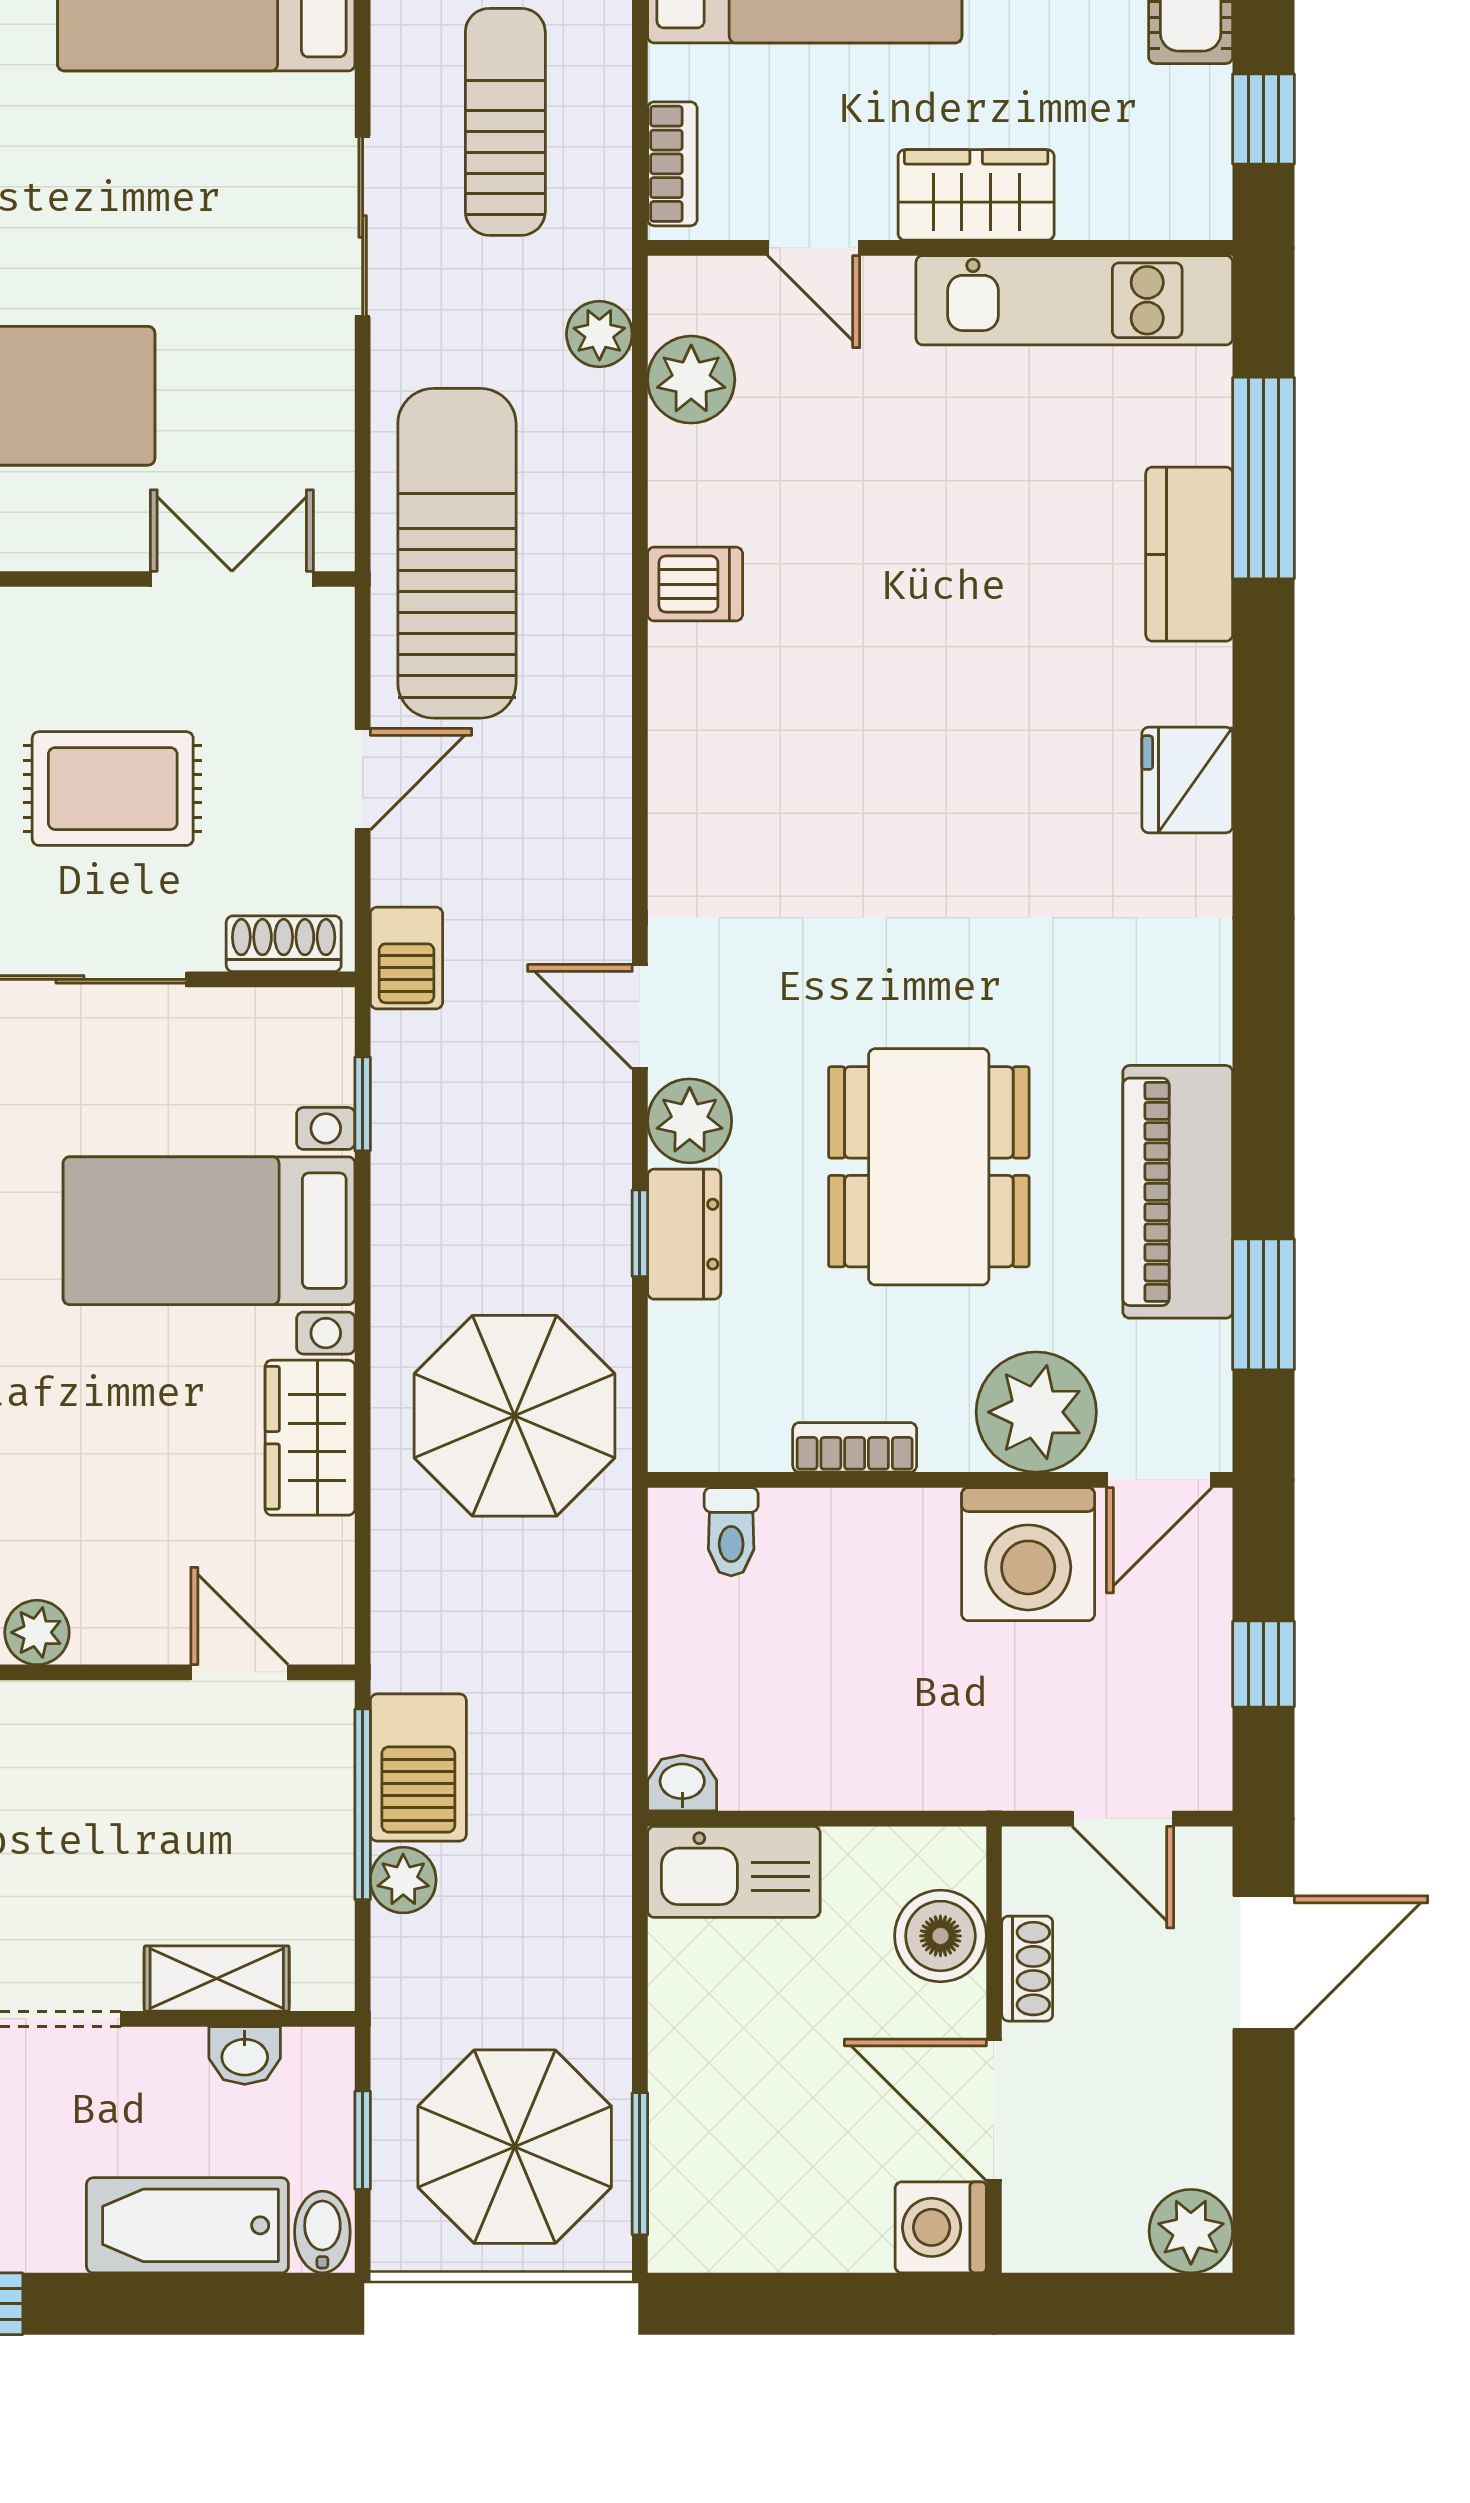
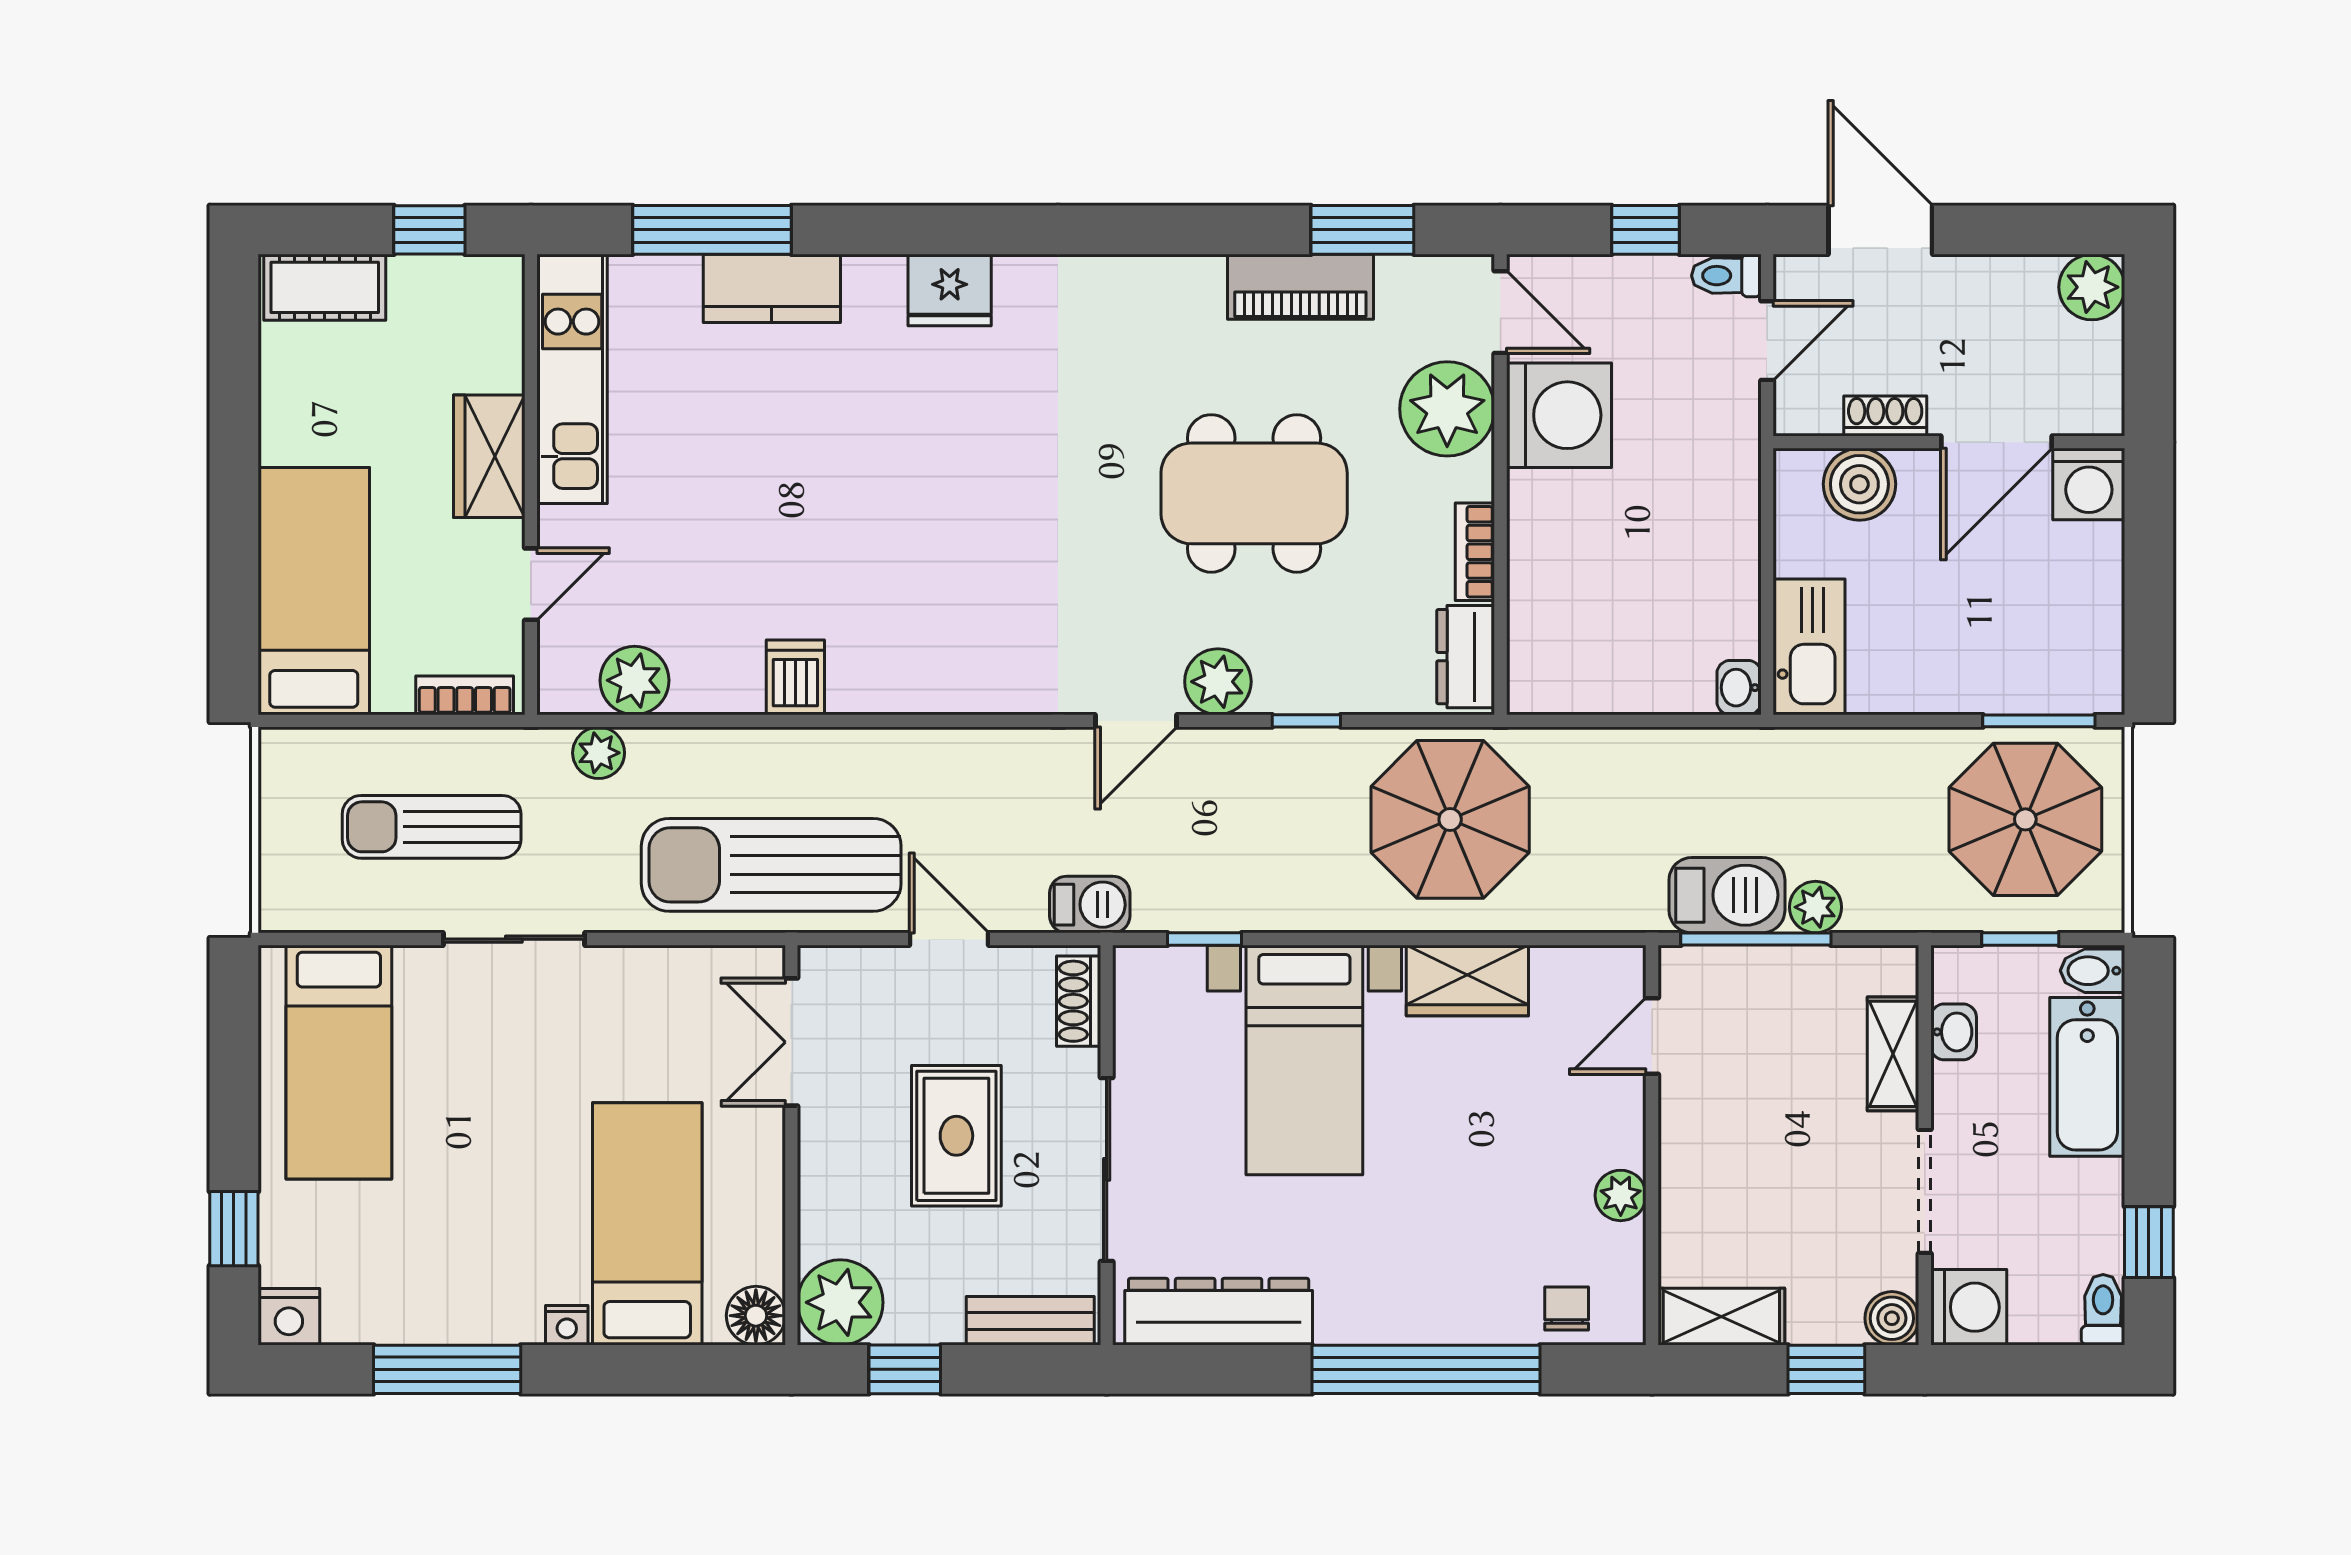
piano: (1178, 1192) -> (1300, 287), width x0.73, depth x0.75
dresser: (684, 1234) -> (1466, 657), moved, turned -90
toilet: (731, 1532) -> (1726, 276), moved, turned 180

